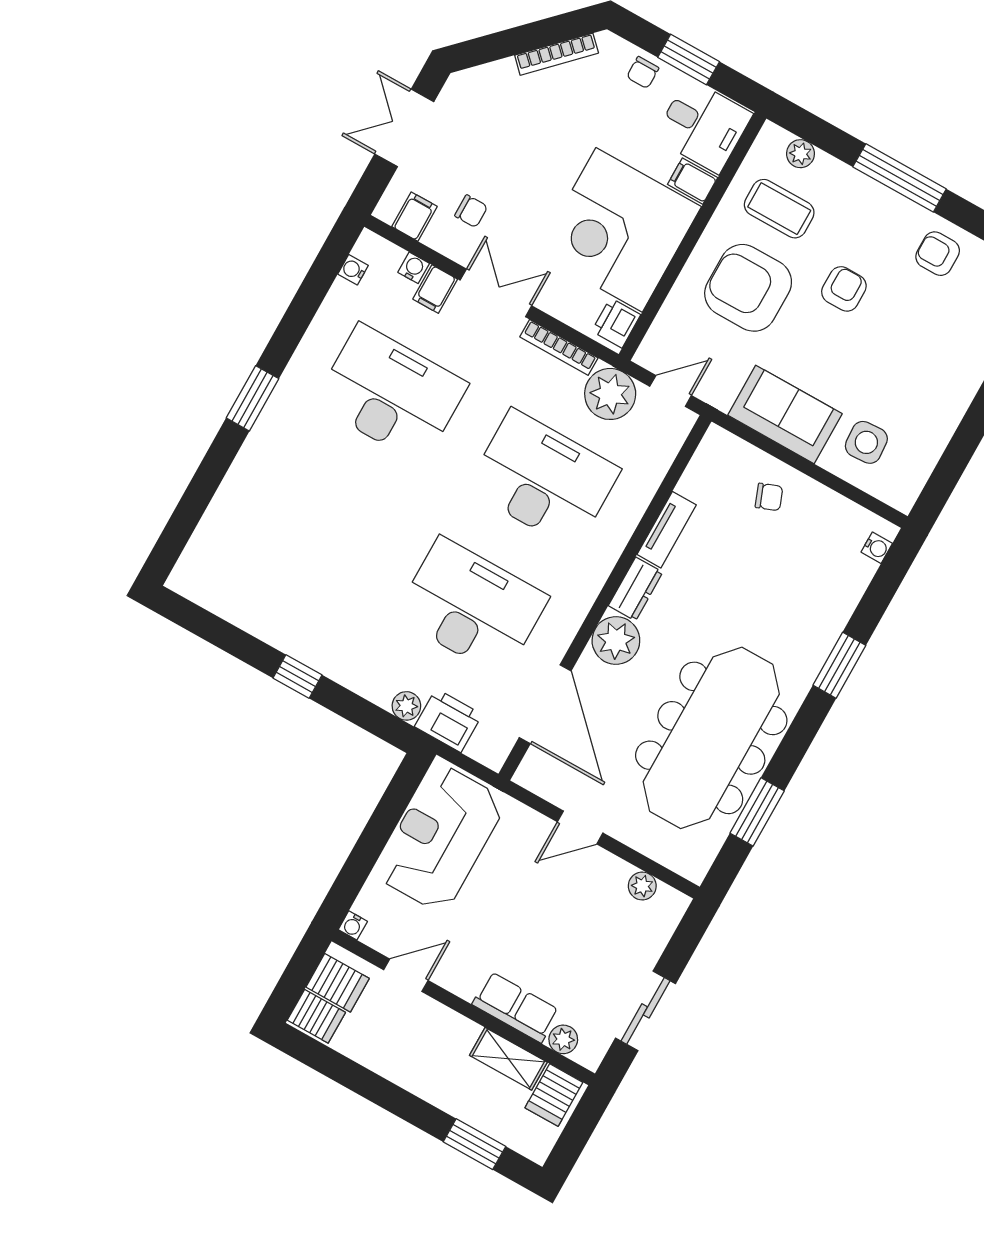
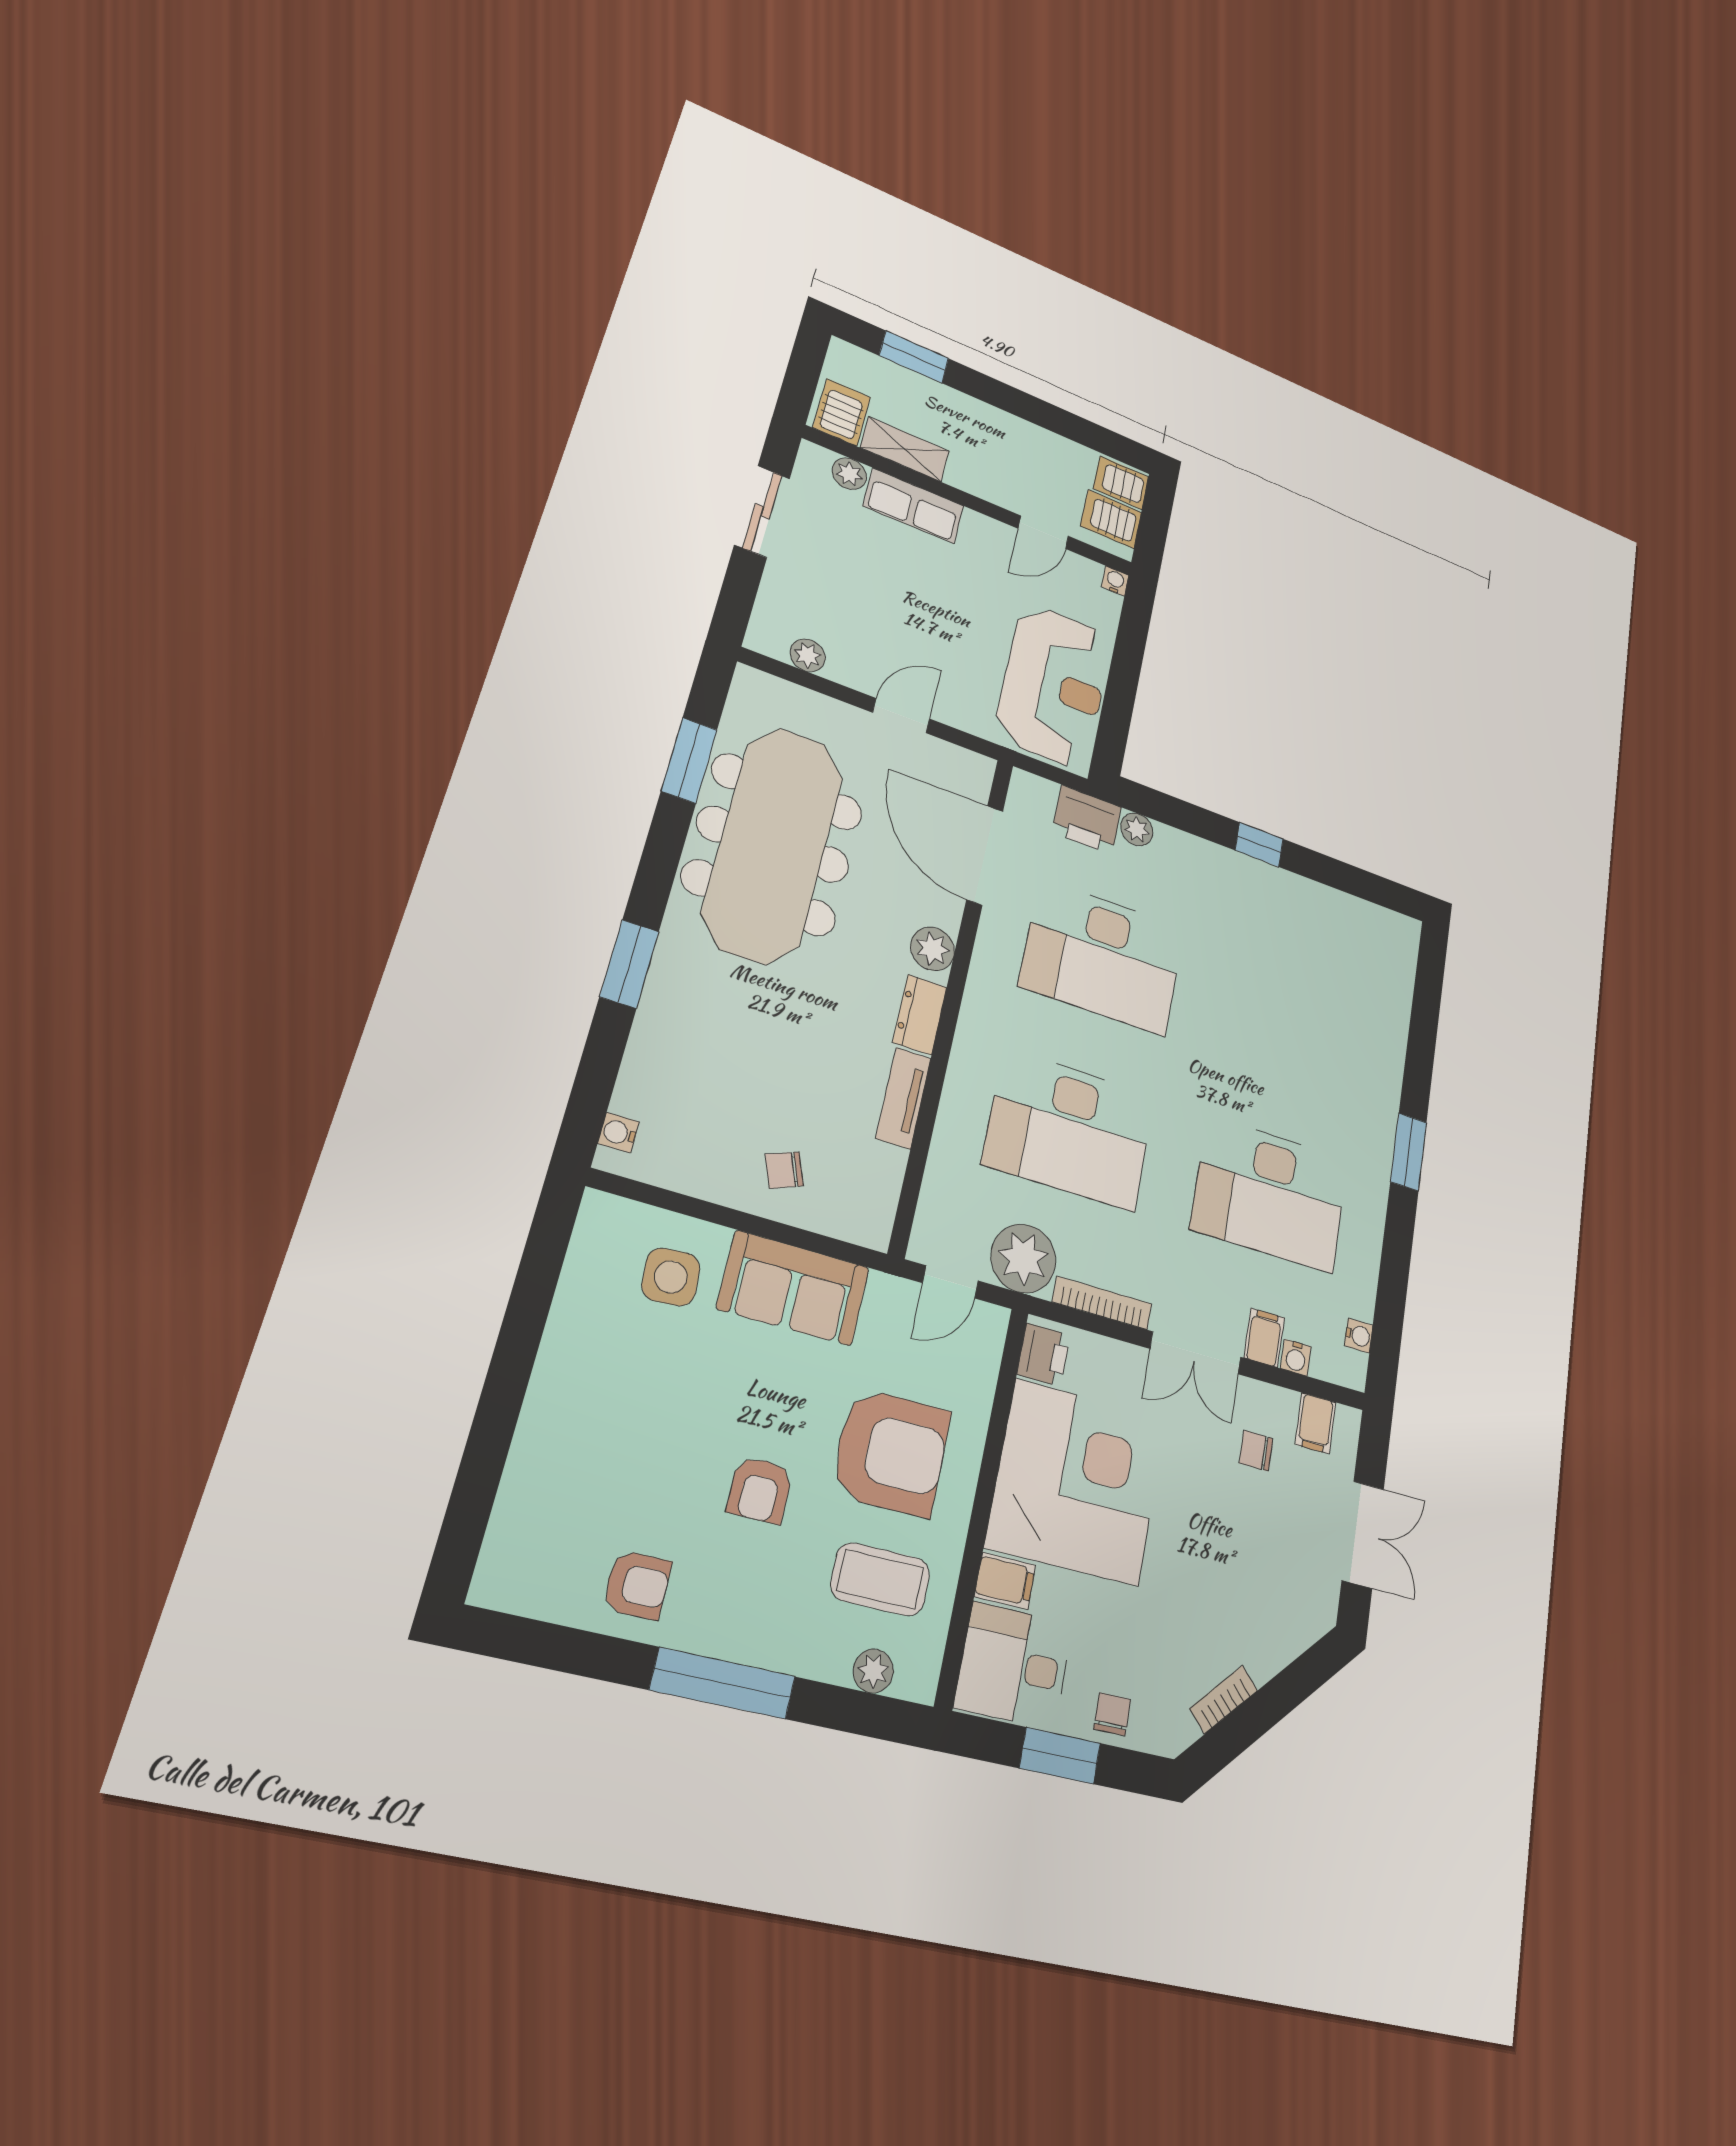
bookcase: (557, 54) -> (1224, 1699), width x0.64
plant: (616, 640) -> (933, 949), width x0.73, depth x0.73

